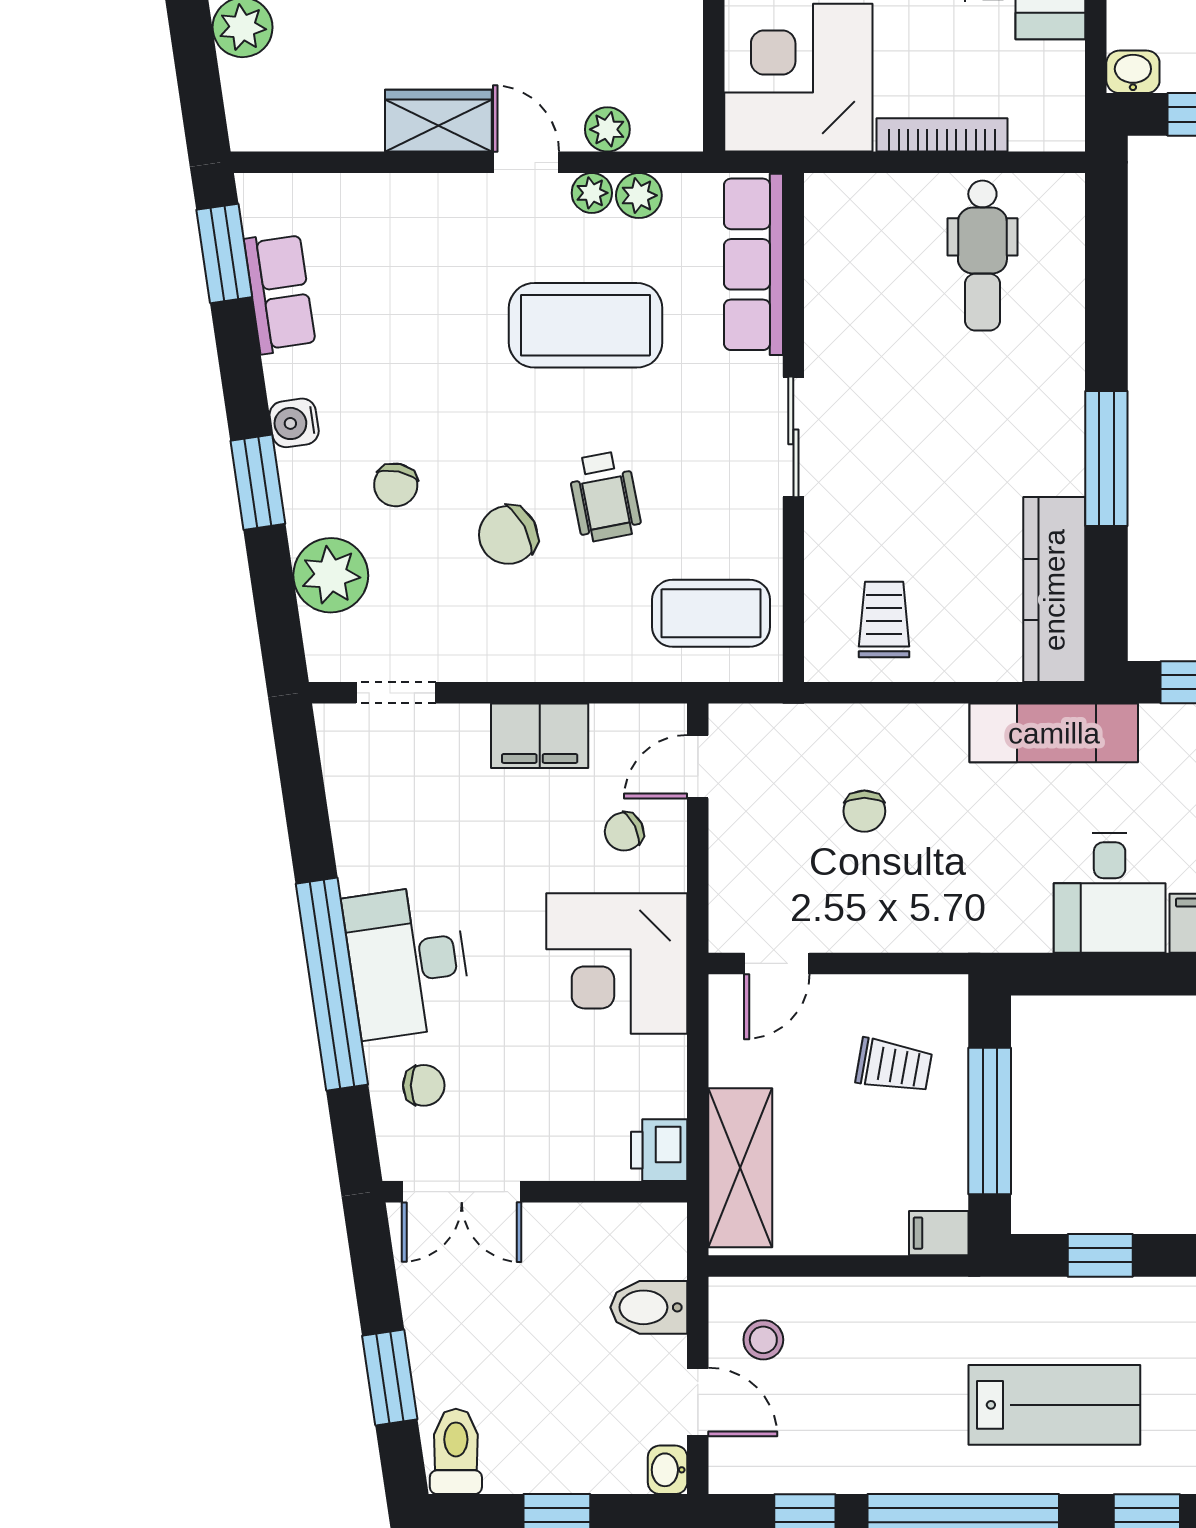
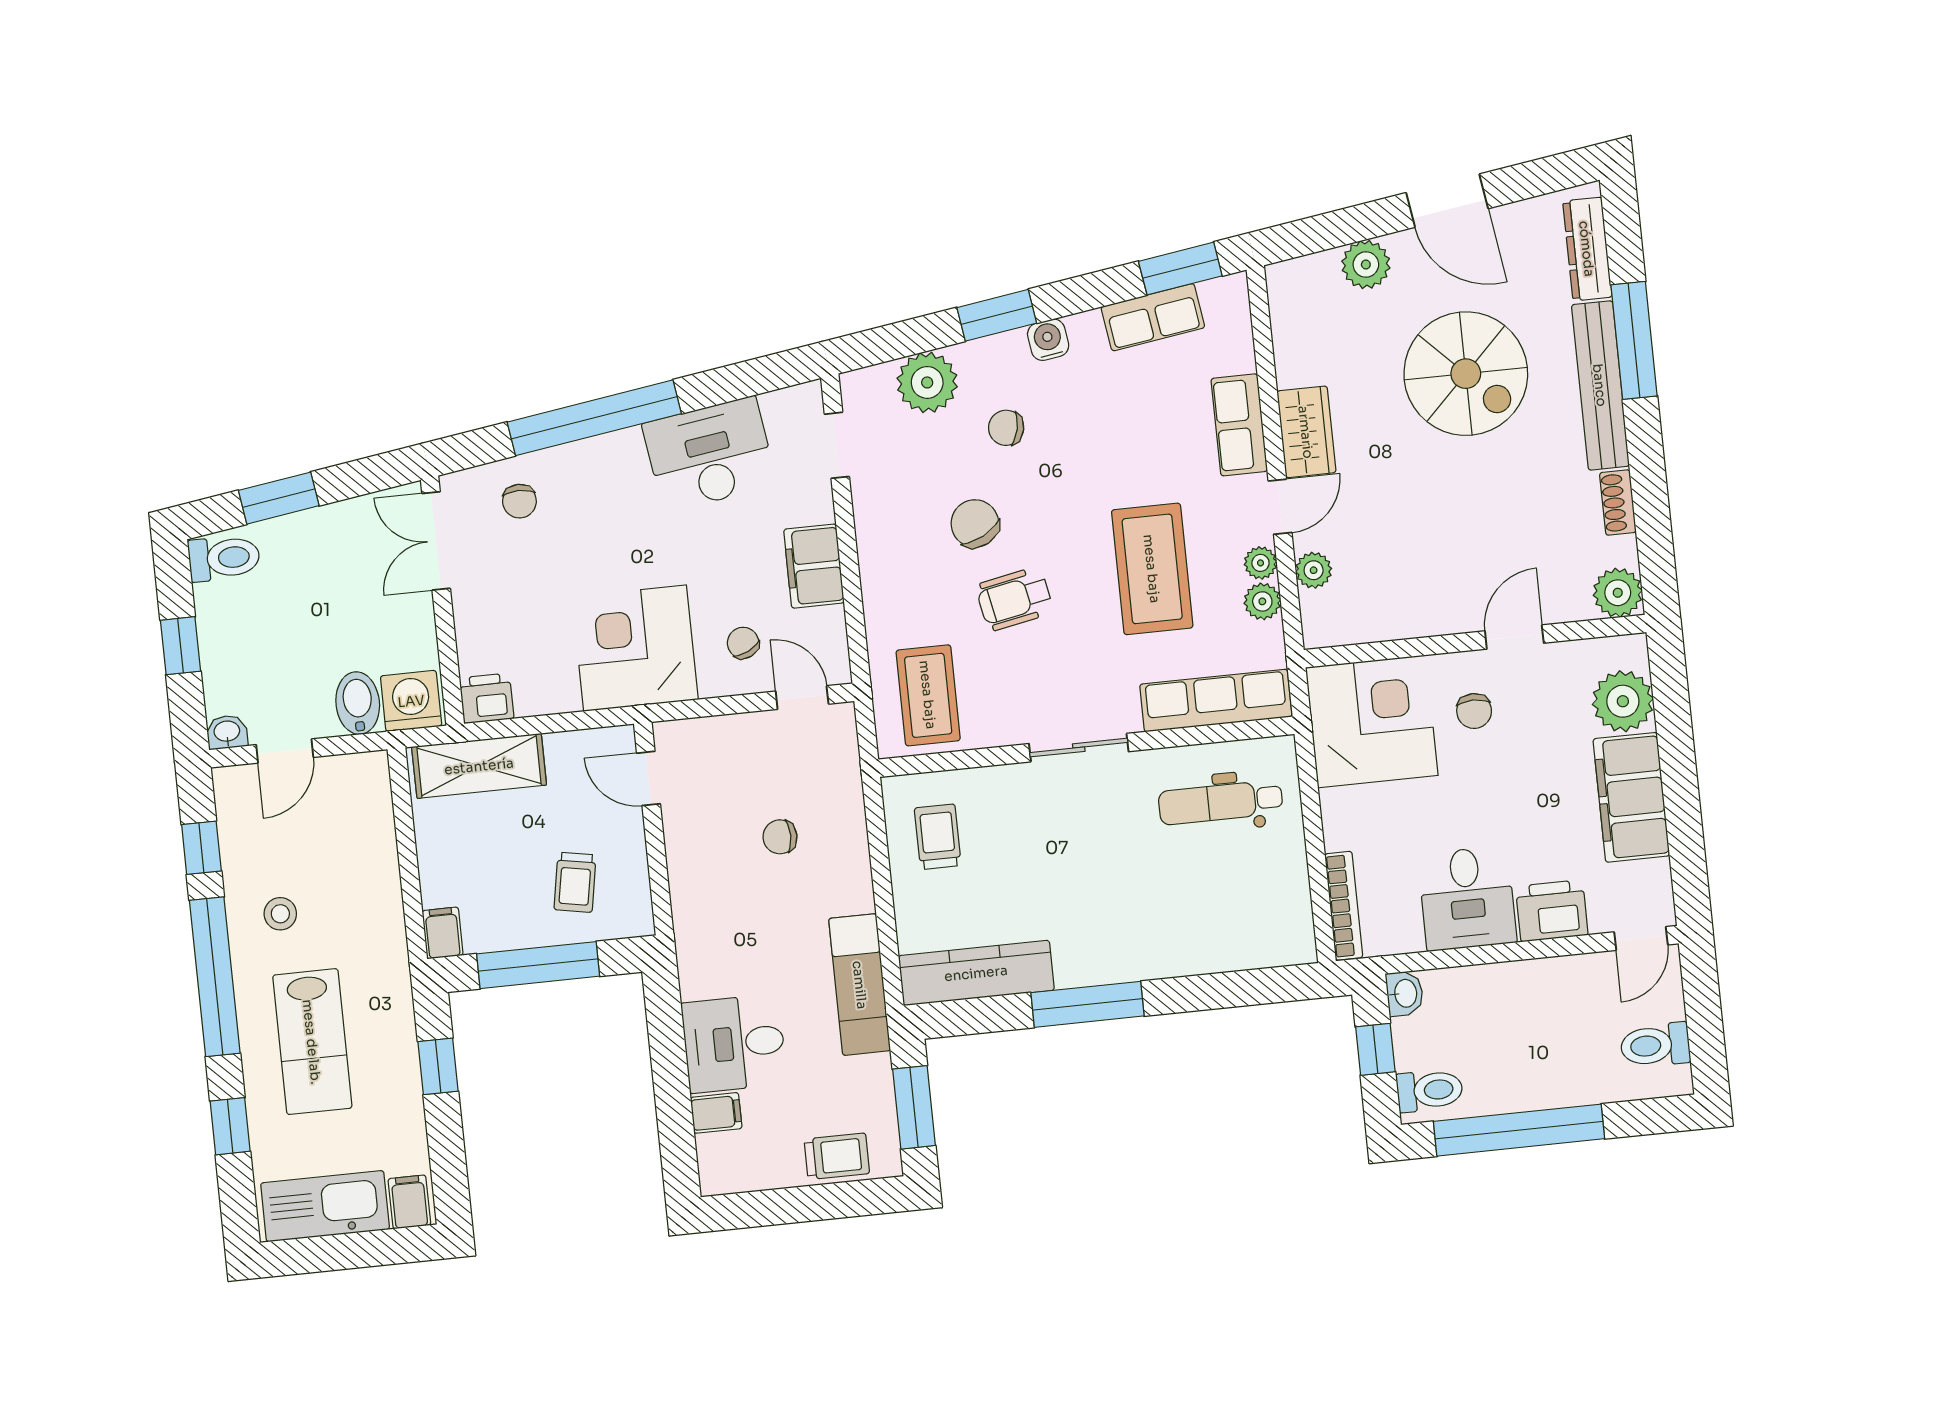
bookcase: (942, 135) -> (1344, 906), moved
row of seats: (421, 201) -> (1239, 425), added
dental chair: (982, 256) -> (1221, 802), moved
trolley: (884, 619) -> (938, 837), turned -90
desk: (407, 962) -> (710, 454), moved
washing machine: (653, 1242) -> (411, 701), added
stool: (763, 1340) -> (280, 914), moved

